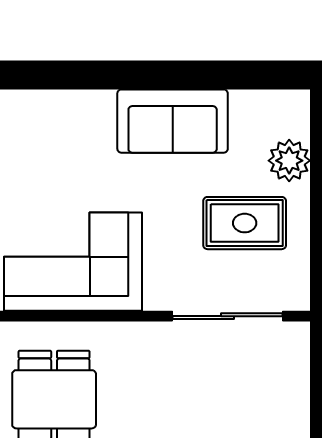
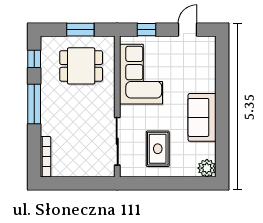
plant: (289, 161) -> (207, 168), moved

